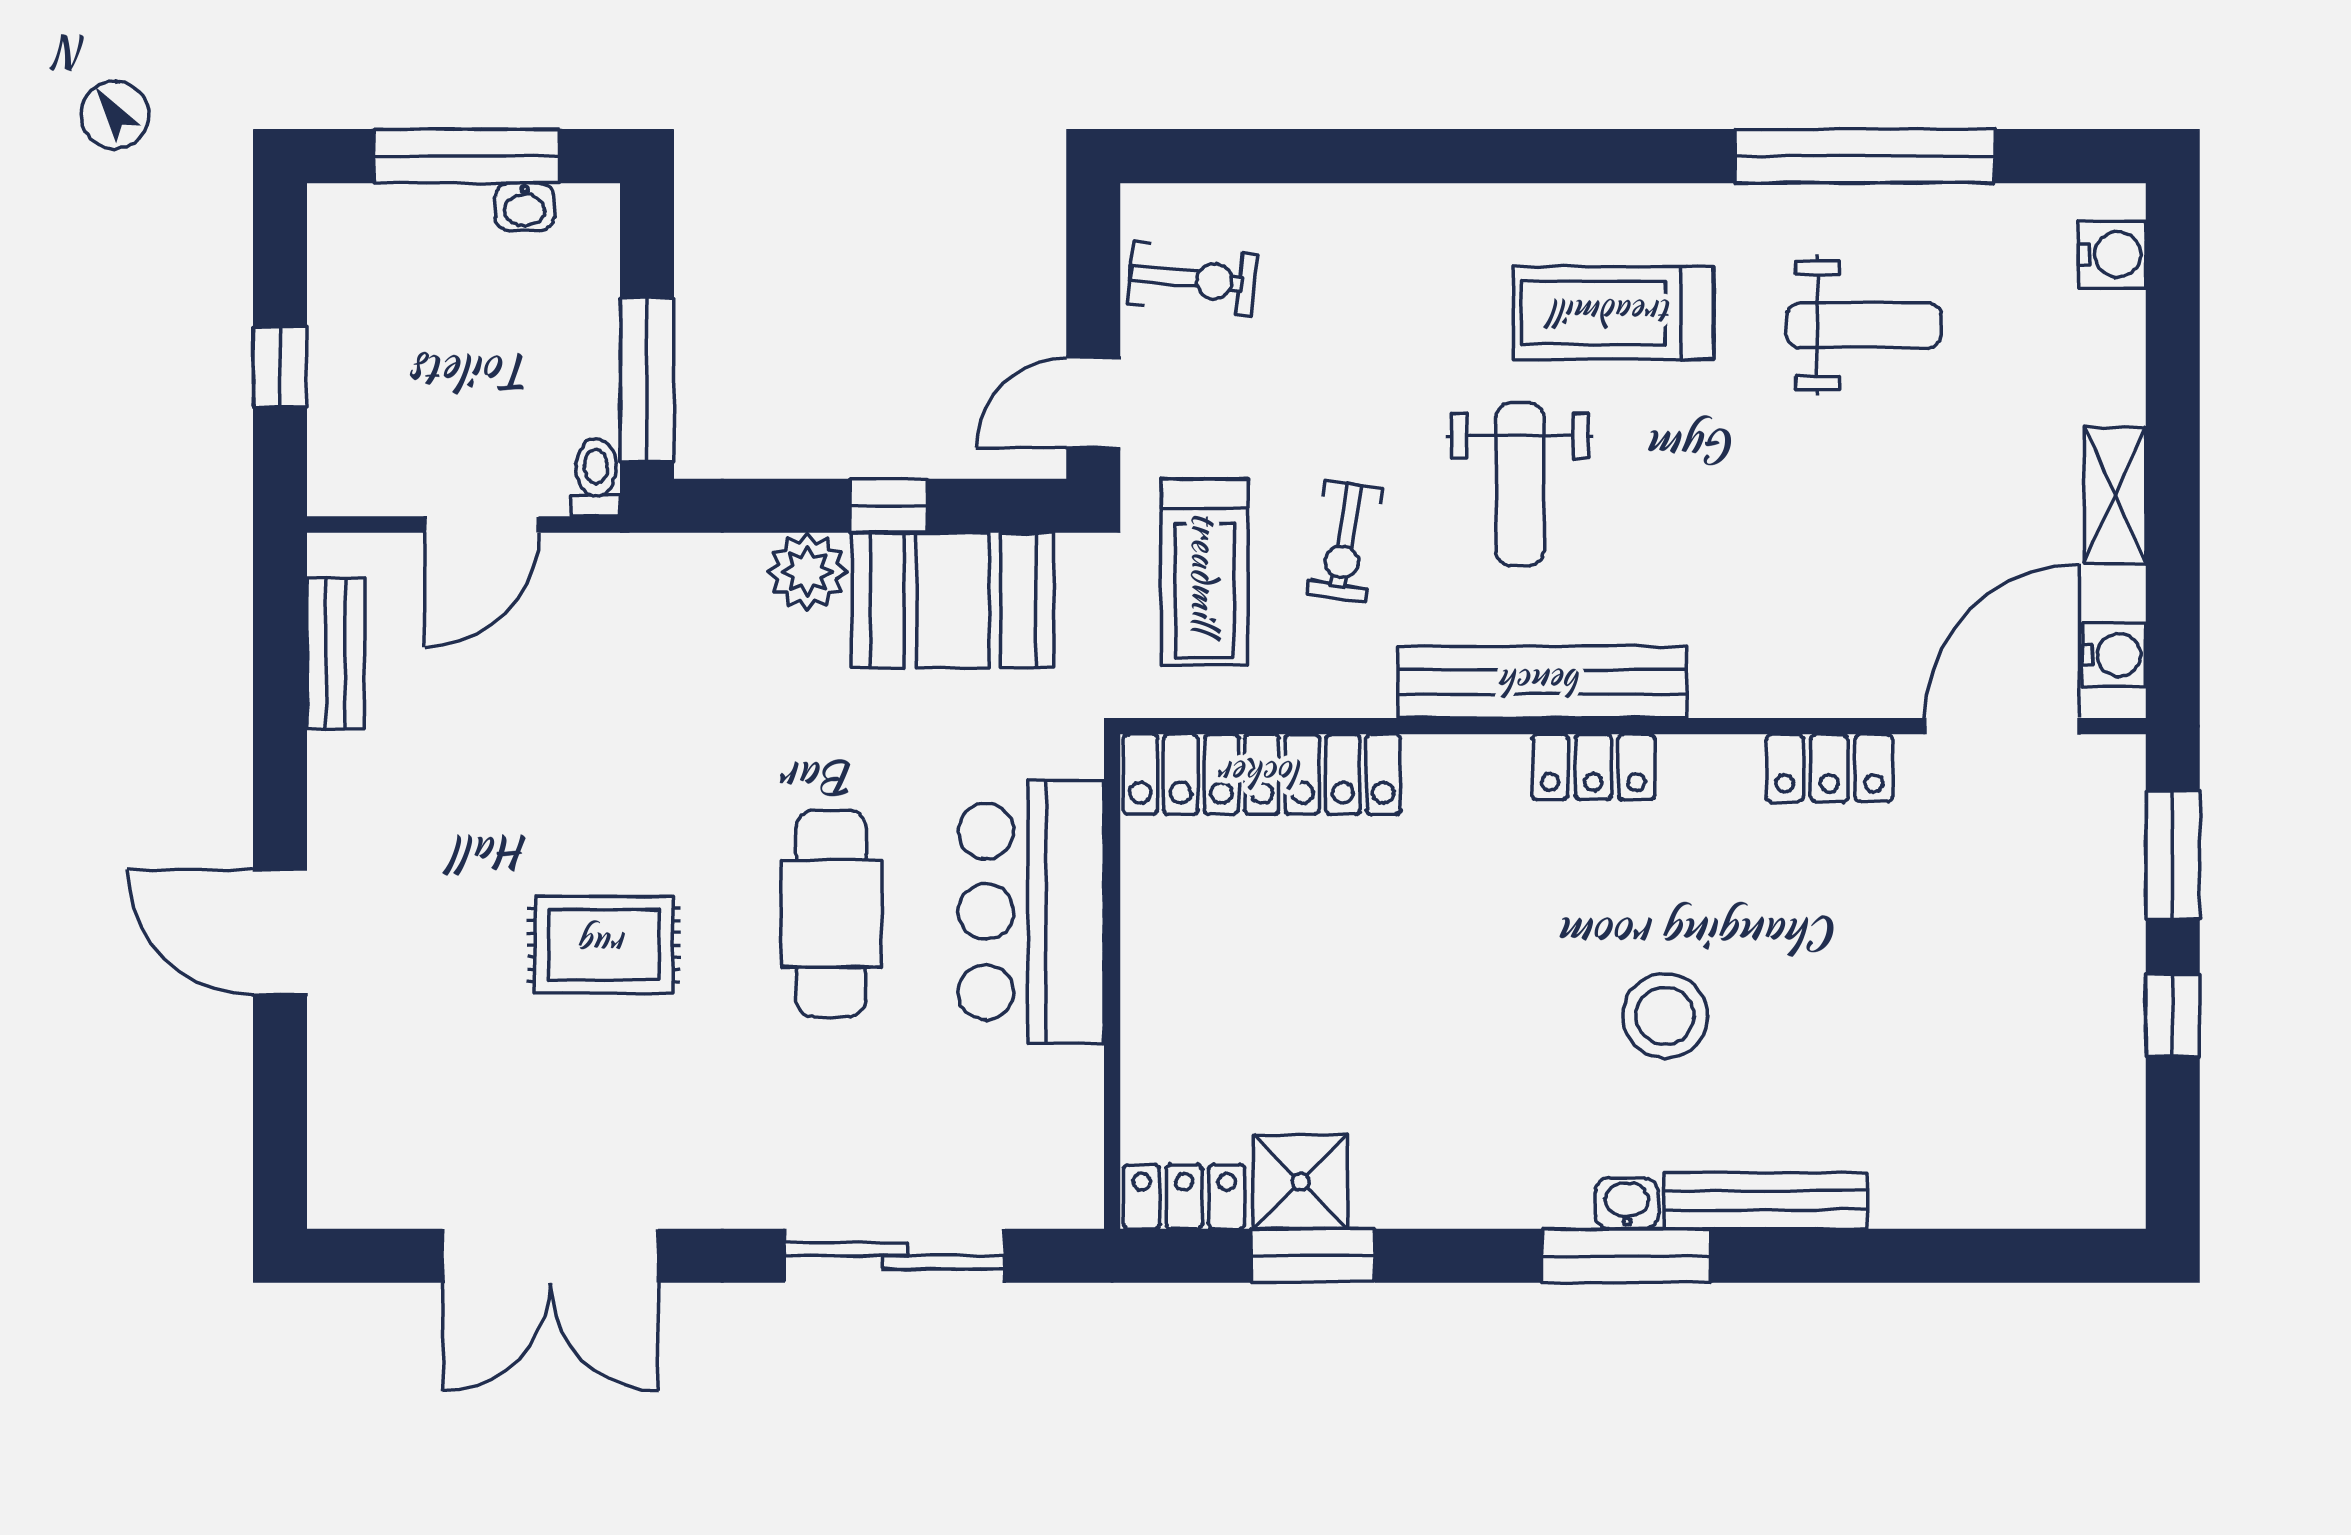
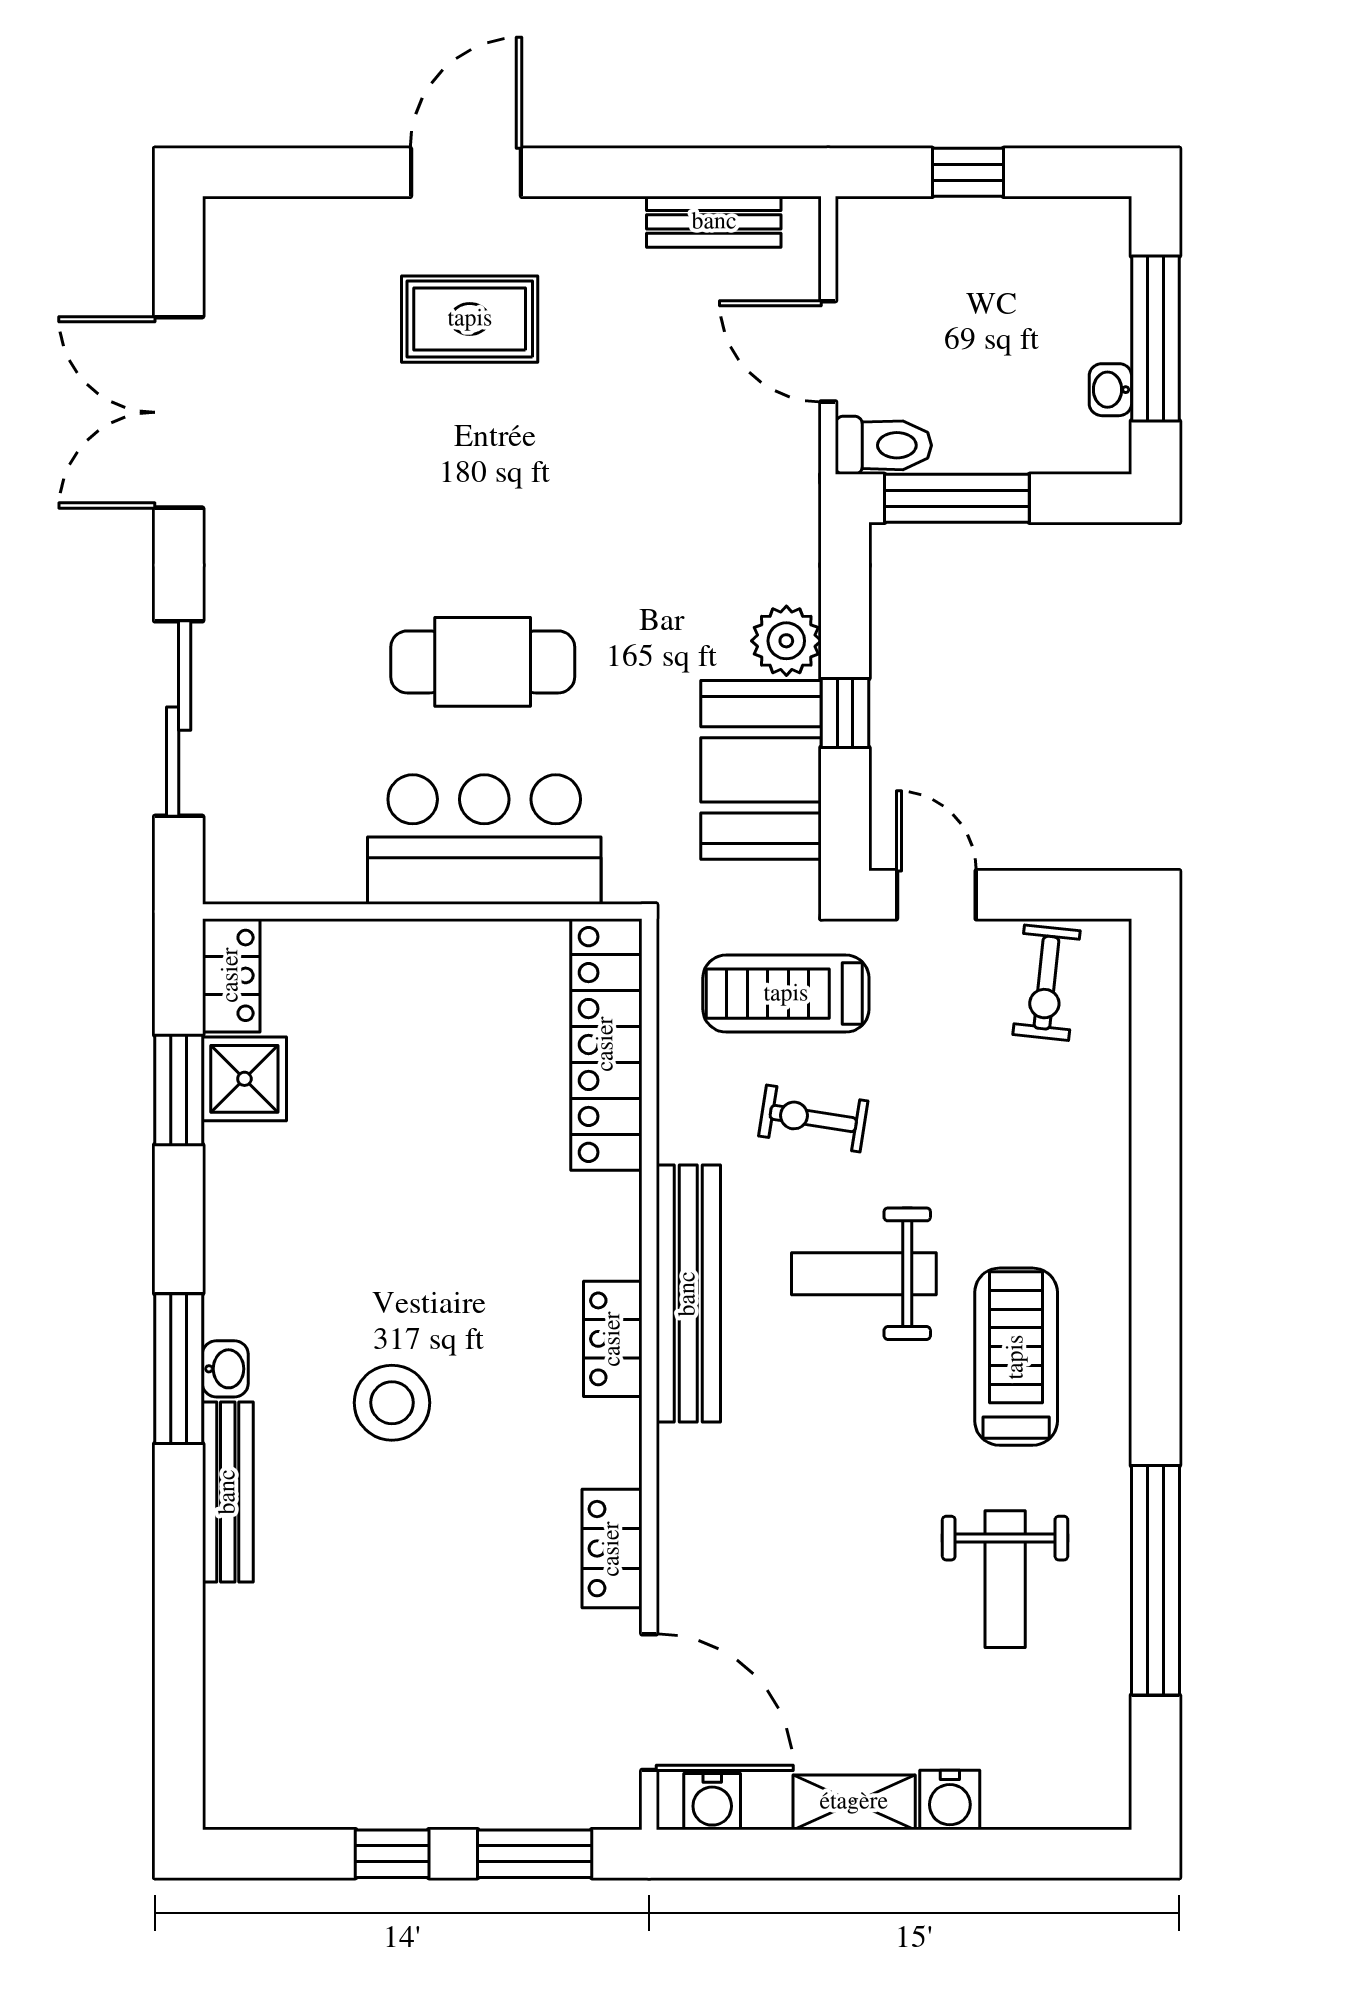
water cooler: (2112, 254) -> (950, 1800), moved
toilet: (596, 477) -> (883, 445), width x1.37, depth x1.39
rug: (604, 945) -> (470, 319), moved, turned 90

